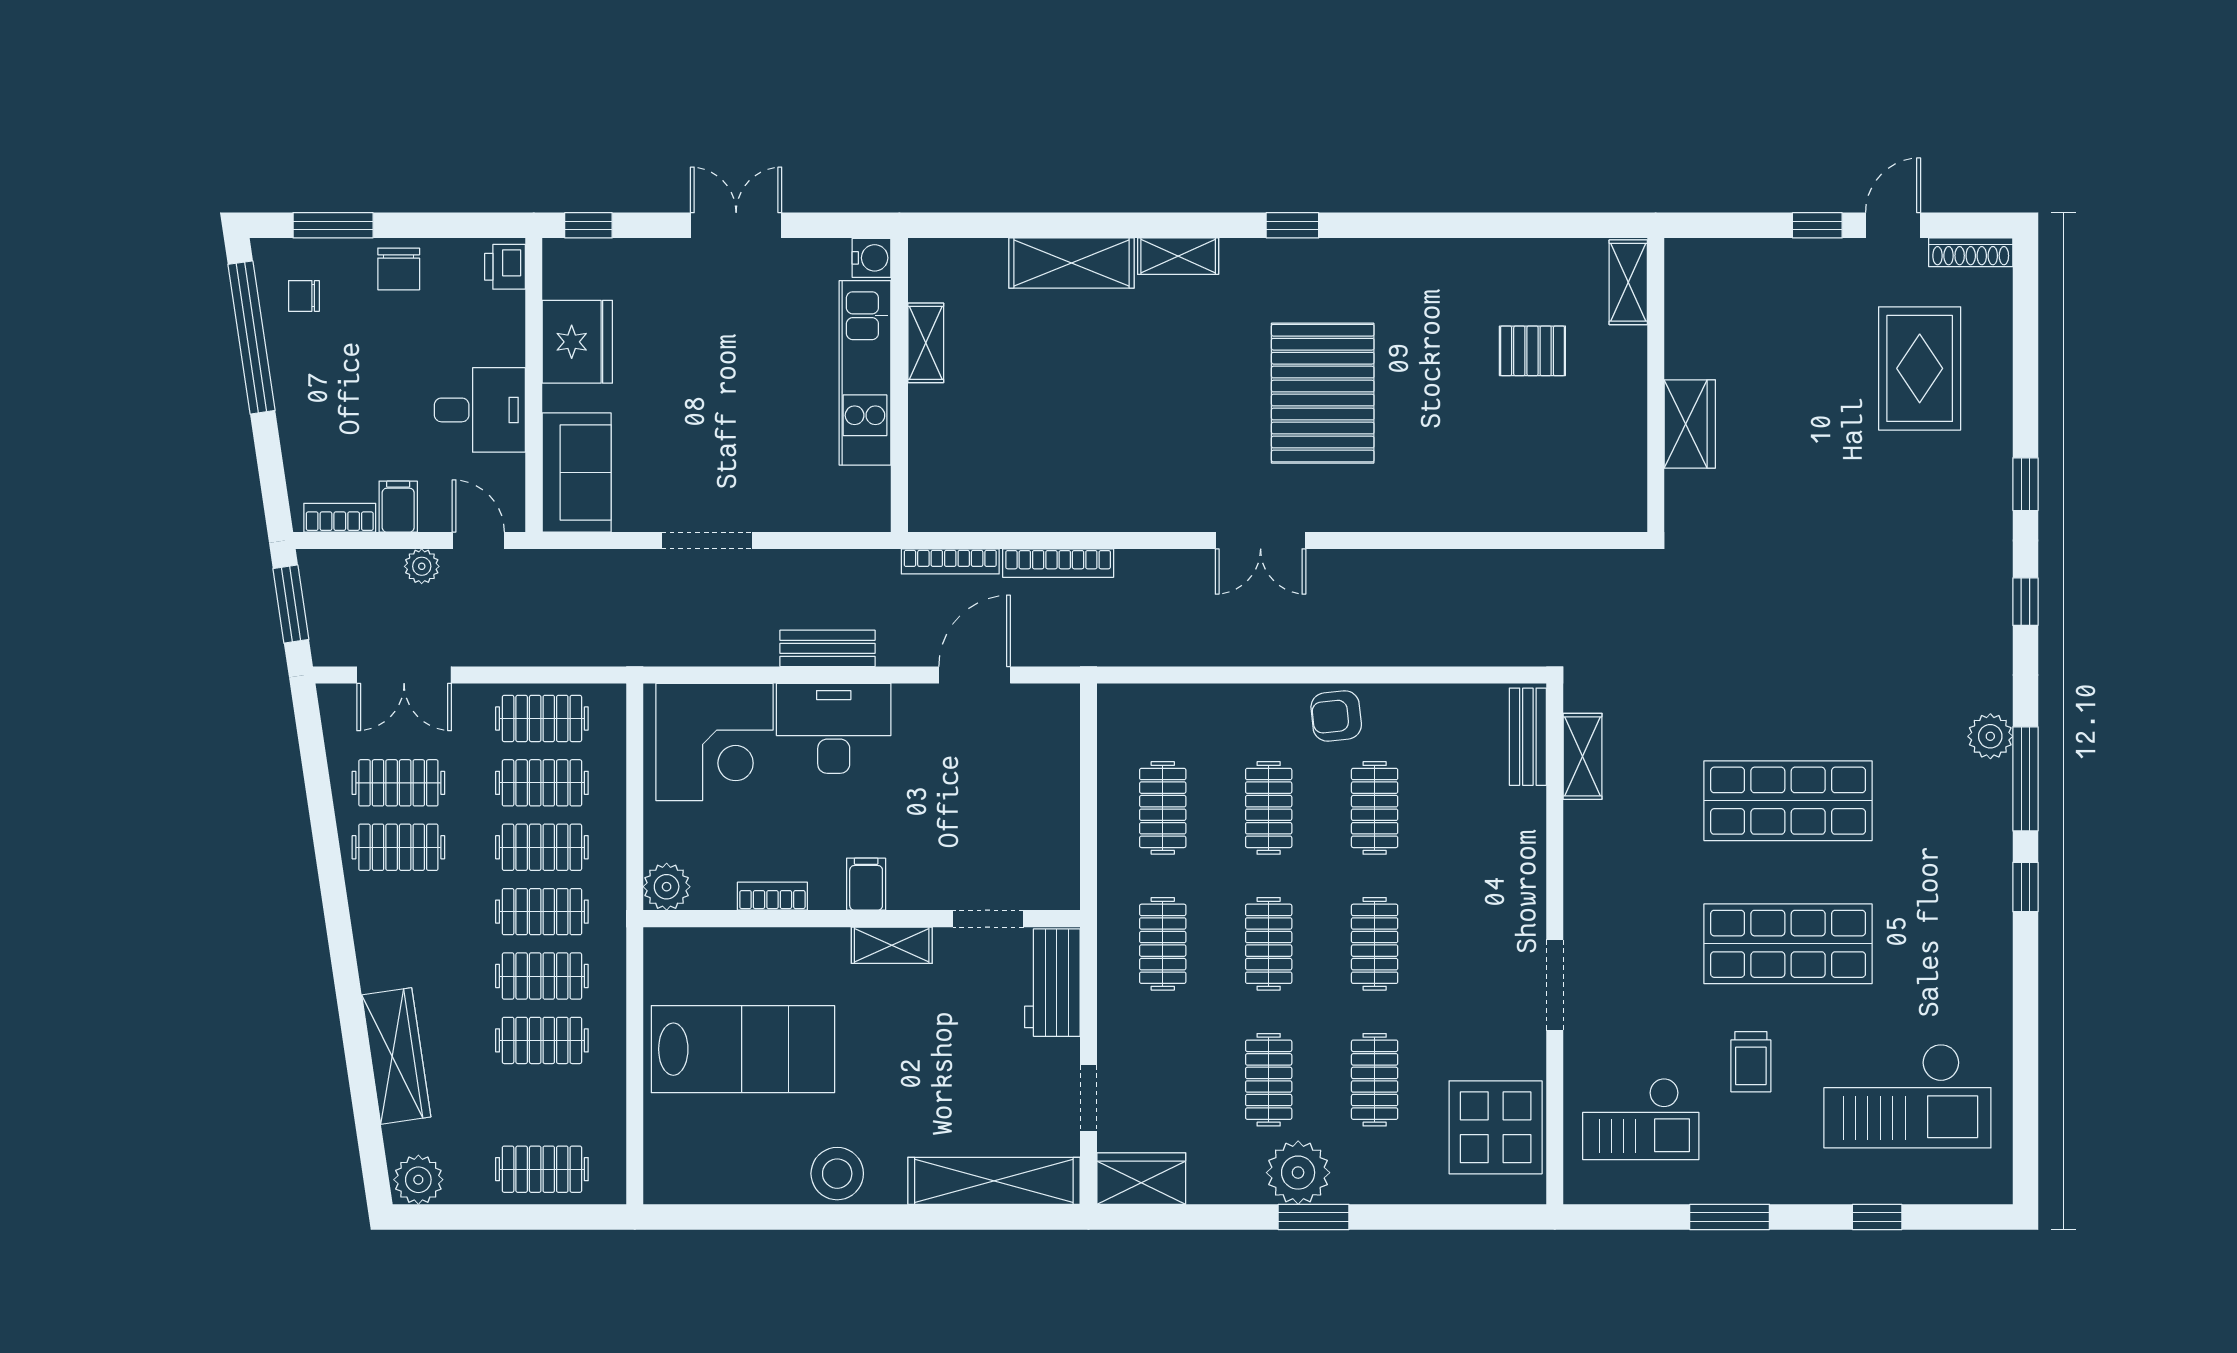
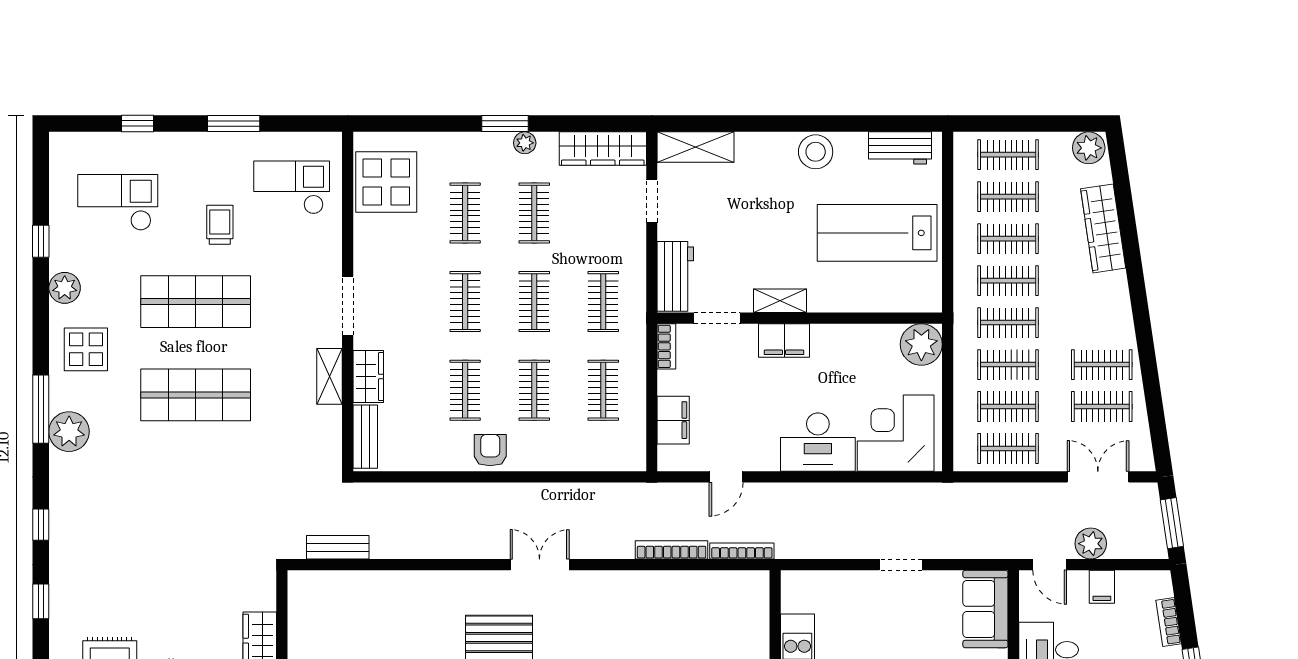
bookcase: (340, 518) -> (1169, 622), moved, turned 82
doorway: (707, 540) -> (901, 565), width x0.73
plant: (422, 566) -> (1091, 544), width x1.38, depth x1.38
bench: (827, 648) -> (338, 547), moved
door: (975, 675) -> (726, 477), width x0.73
armchair: (1336, 716) -> (490, 450), turned -84
plant: (1990, 736) -> (69, 432), width x1.36, depth x1.36
shelving: (1583, 756) -> (330, 376), moved
filing cabinet: (1056, 762) -> (673, 420), added
wardrobe: (1523, 829) -> (368, 377), added
display table: (1956, 871) -> (86, 349), added
filing cabinet: (866, 884) -> (784, 340), width x2.00
plant: (667, 887) -> (921, 344), width x1.36, depth x1.36
window: (2025, 887) -> (41, 241), moved
bookcase: (772, 896) -> (666, 346), moved, turned -90
plant: (1989, 965) -> (65, 288), added
doorway: (1555, 985) -> (348, 306), moved
checkout: (1907, 1096) -> (118, 202), width x0.73, depth x0.83
clothes rail: (542, 1105) -> (1008, 197), added
plant: (1298, 1173) -> (525, 143), width x0.53, depth x0.53
workbench: (708, 1179) -> (900, 148), added
wardrobe: (1141, 1179) -> (603, 149), width x1.50
shelving: (994, 1181) -> (696, 147), width x0.68

